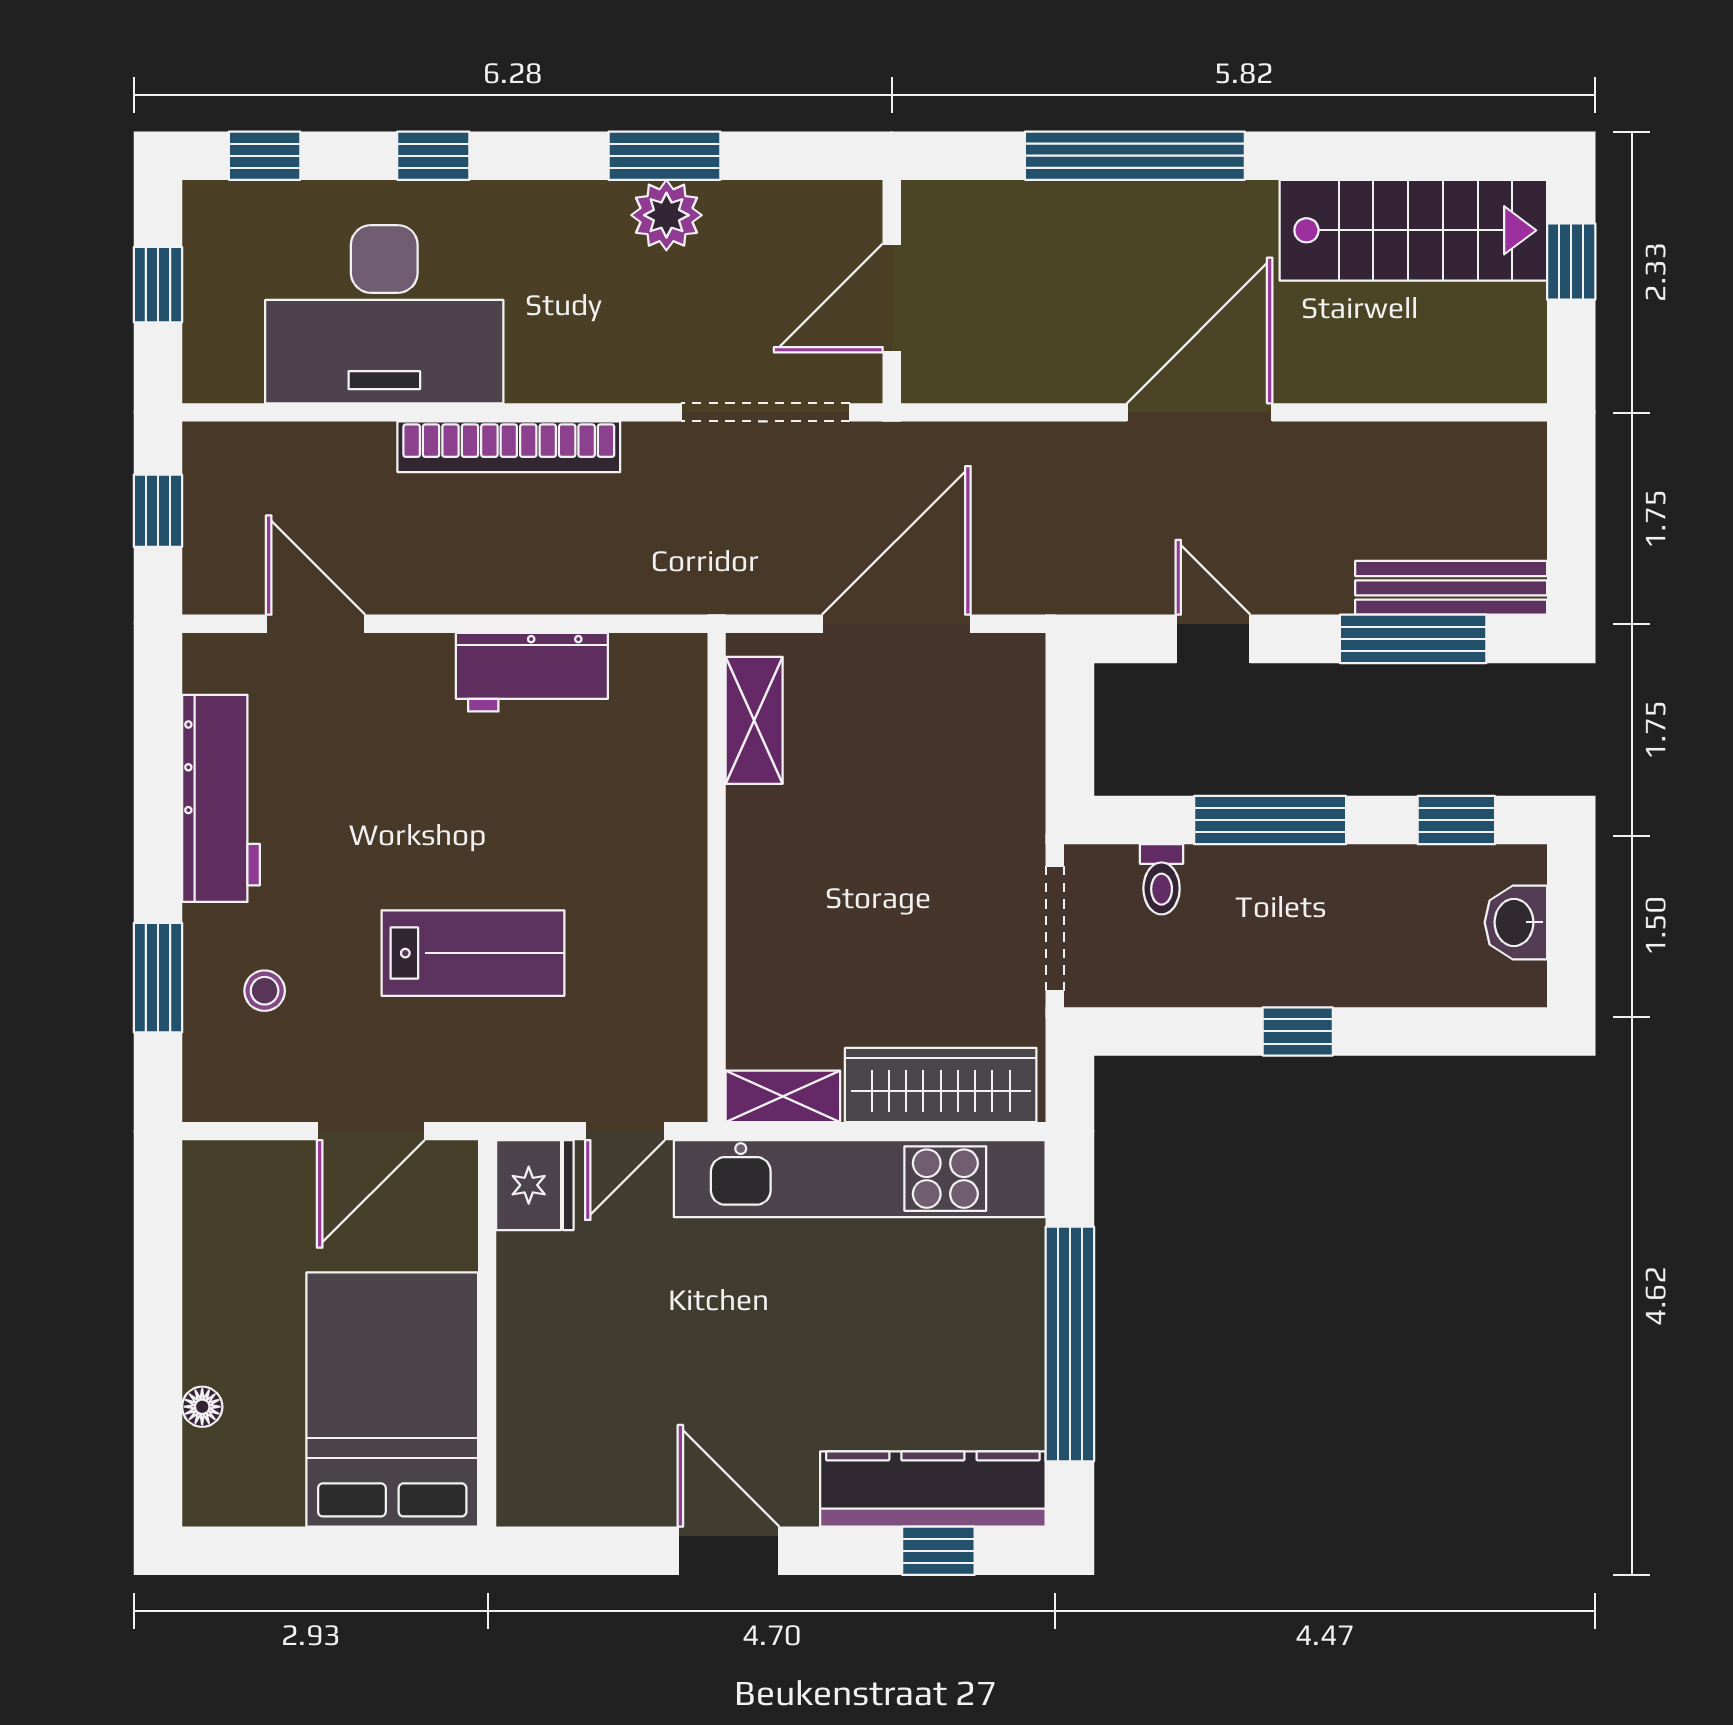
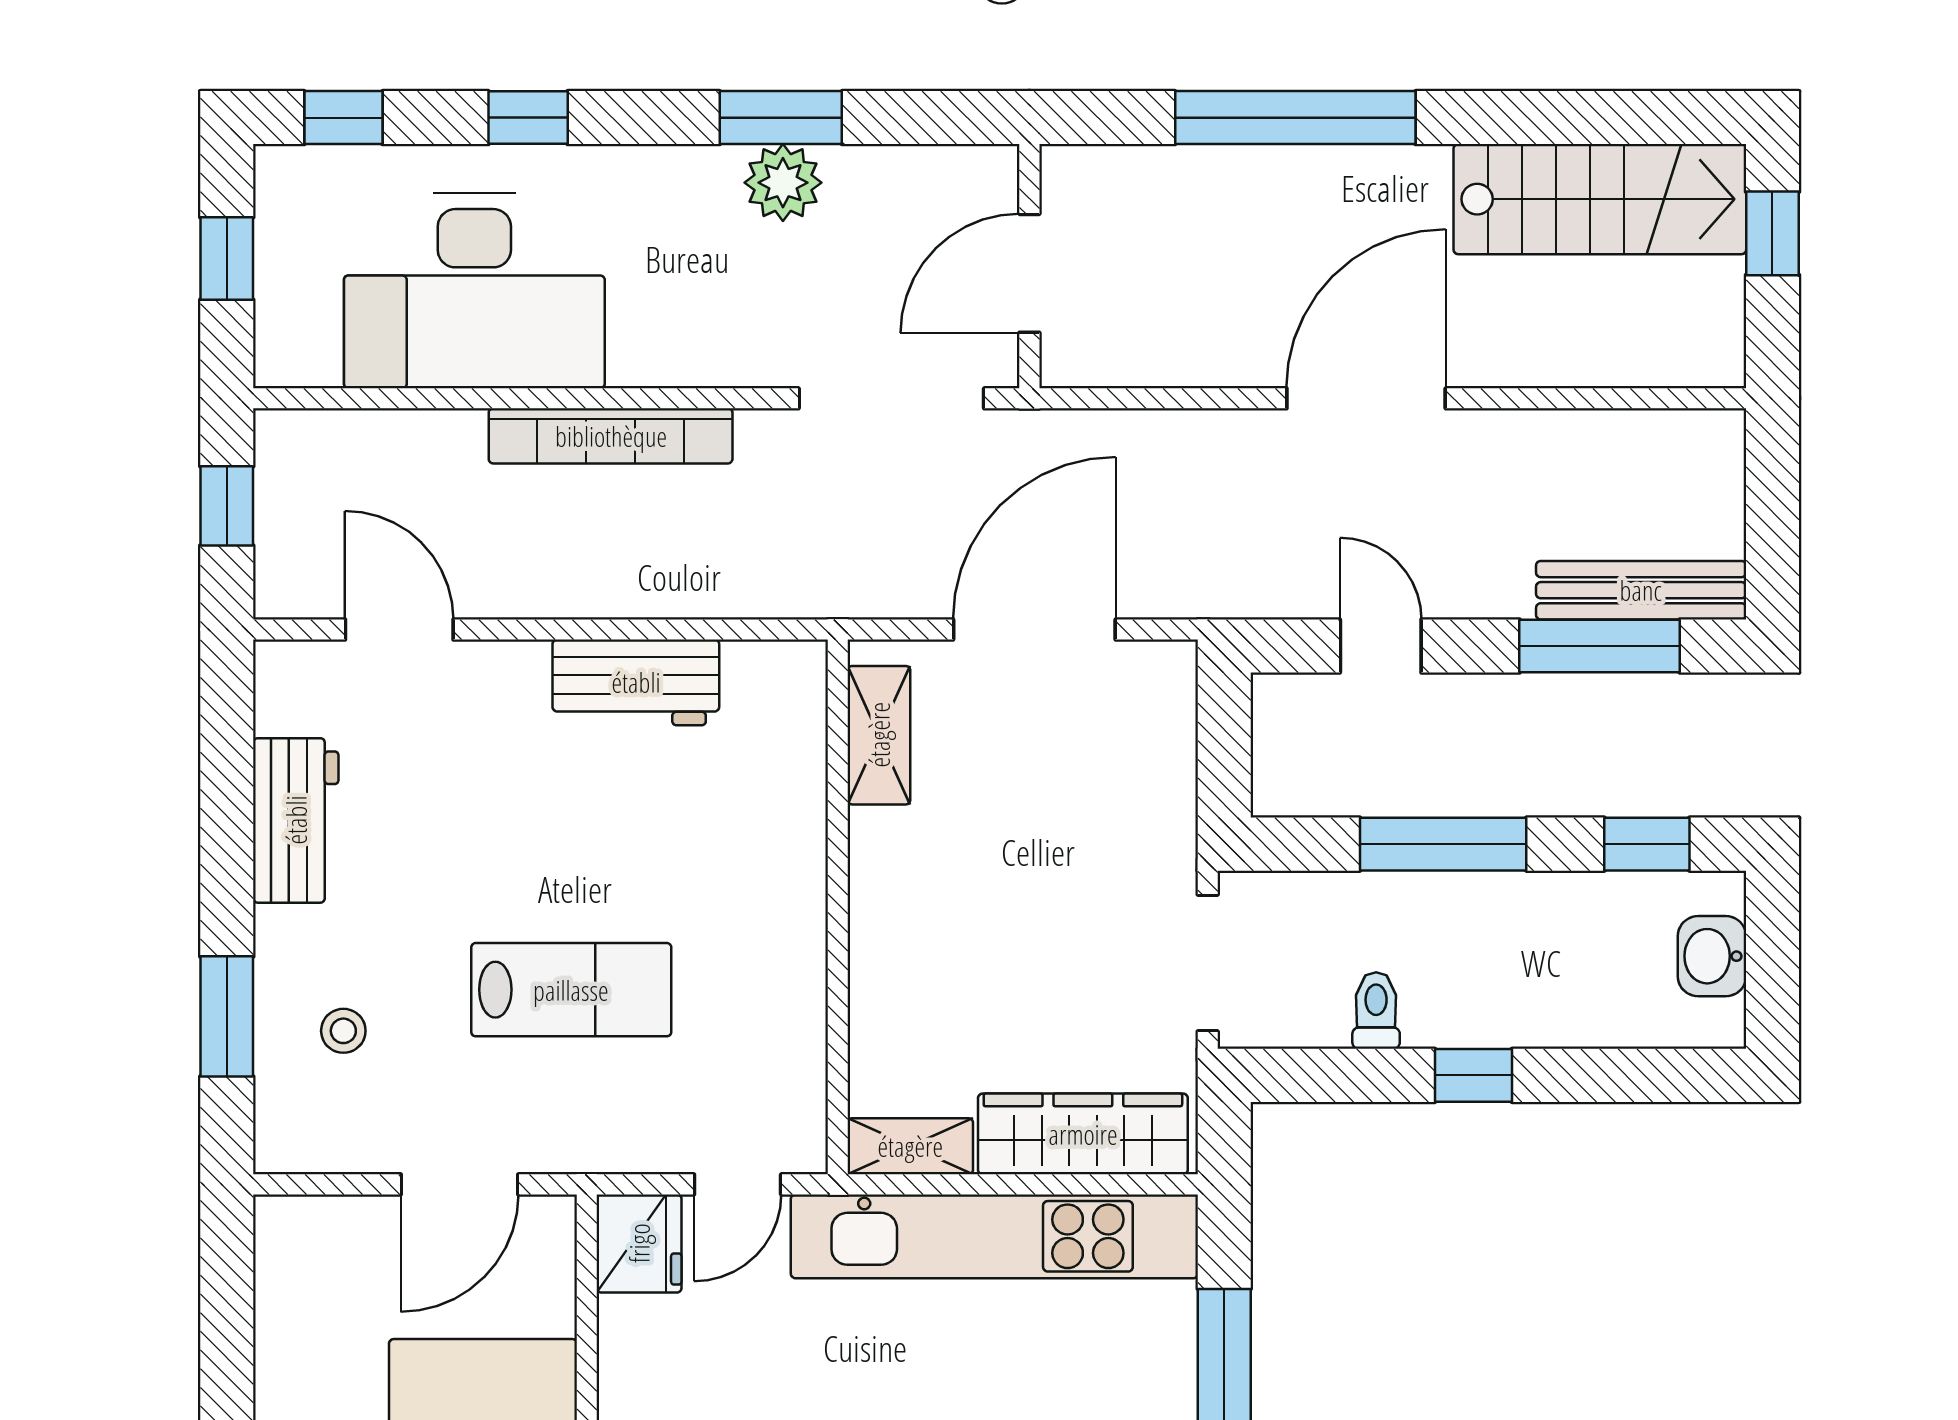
workbench: (221, 798) -> (296, 820), width x0.73
toilet: (1162, 879) -> (1376, 1011), moved, turned 180

